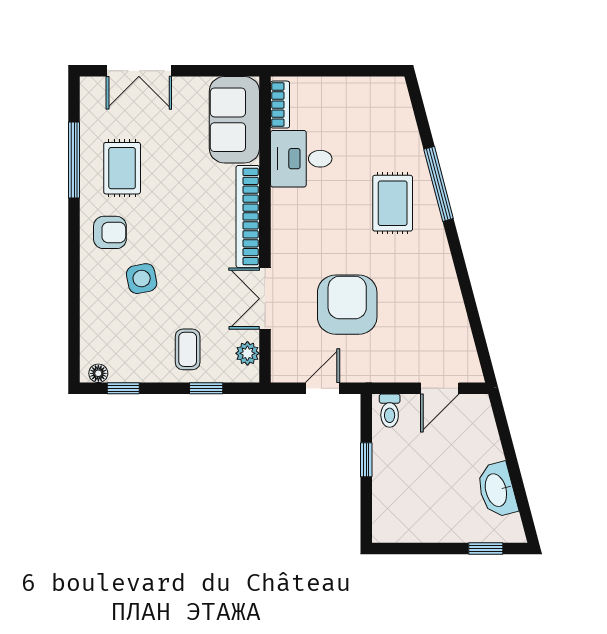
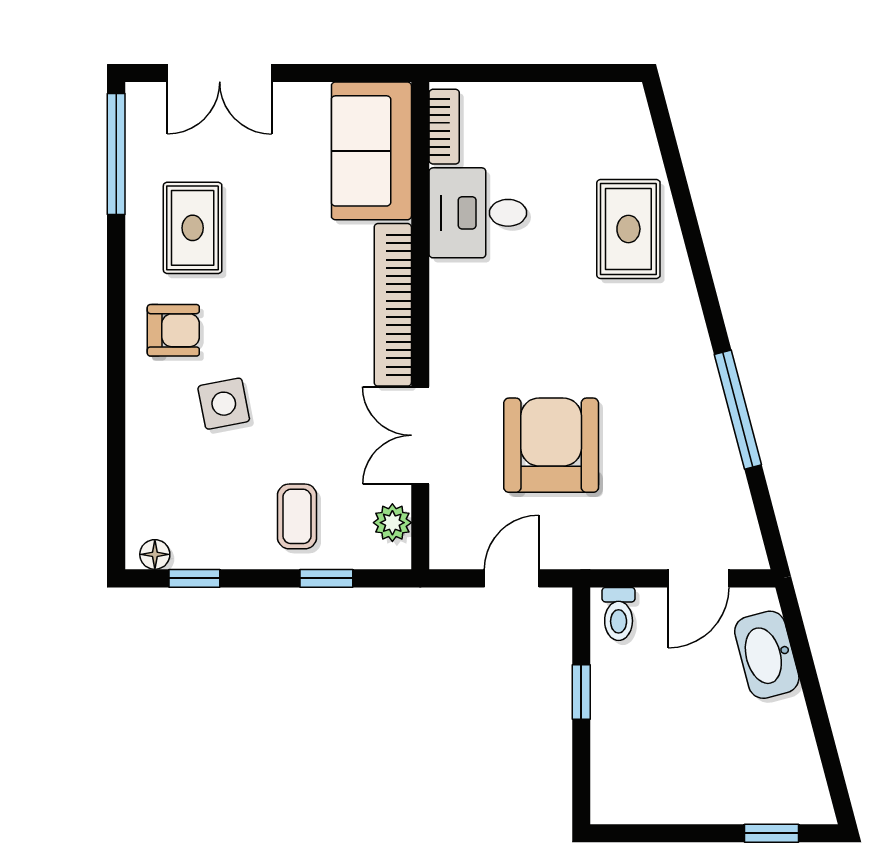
window: (74, 160) -> (116, 154), moved
window: (439, 184) -> (738, 410), moved
rug: (393, 203) -> (628, 229), moved
washbasin: (497, 490) -> (767, 655), moved

